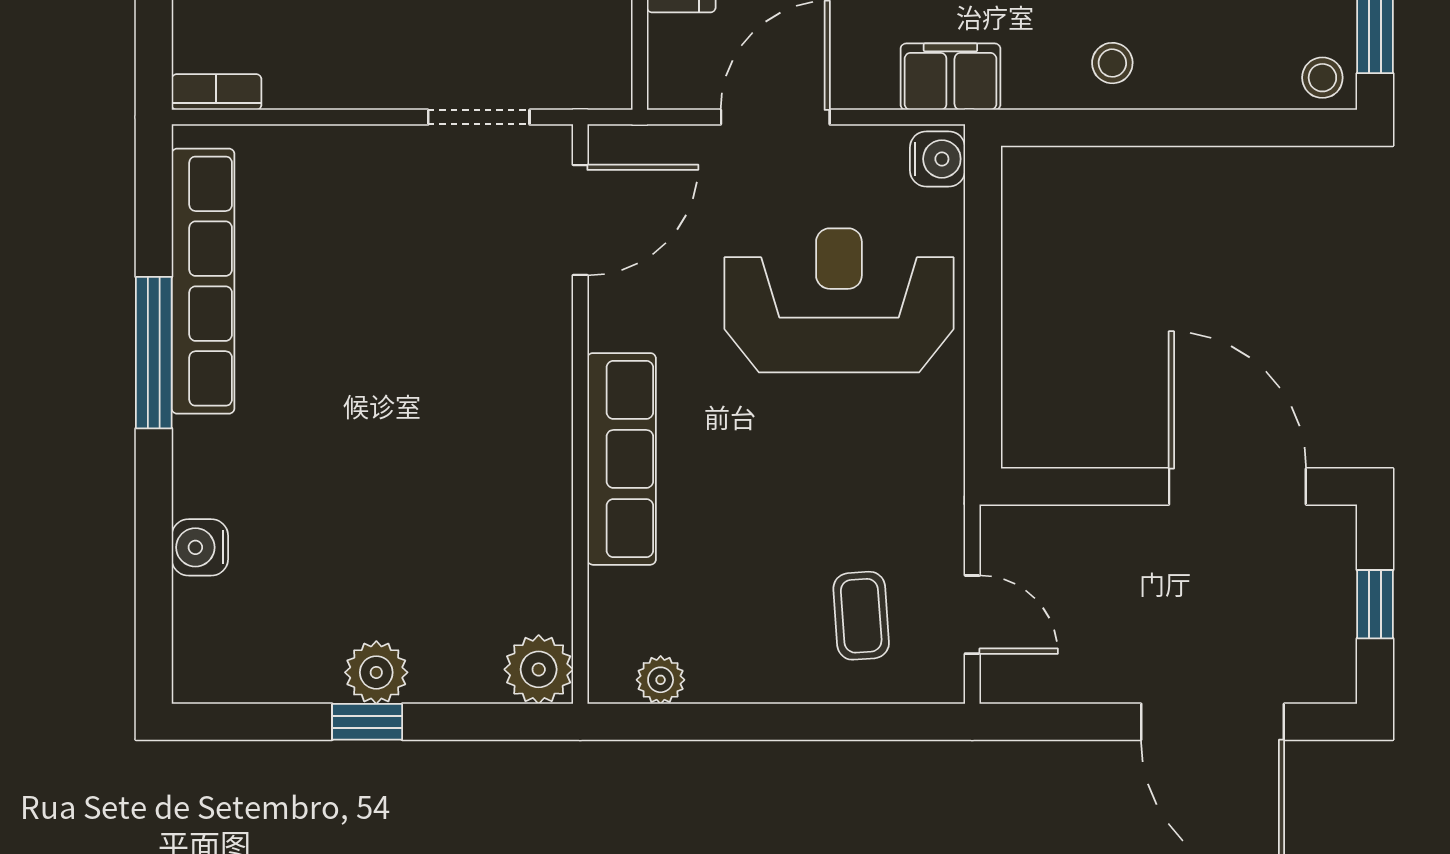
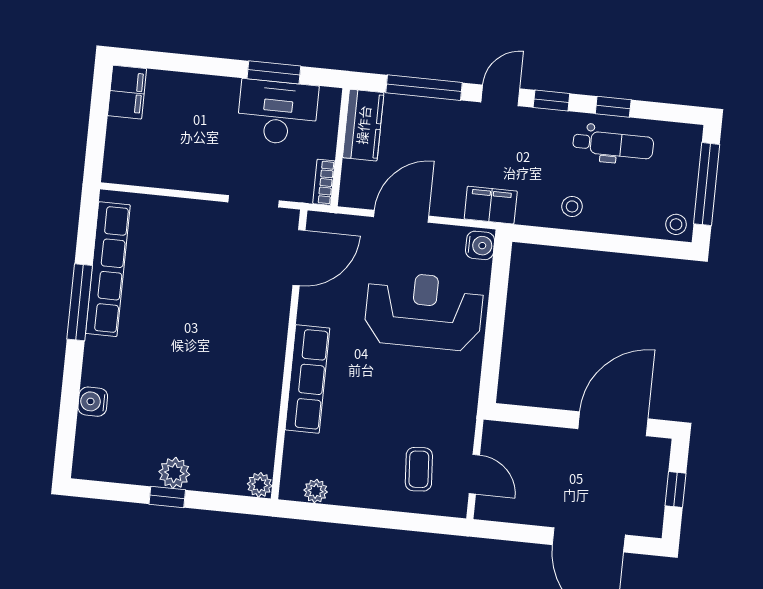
bookcase: (216, 92) -> (324, 182), moved, turned -90
door: (1237, 487) -> (613, 424), hinge flipped
plant: (539, 669) -> (260, 485), width x0.73, depth x0.73

